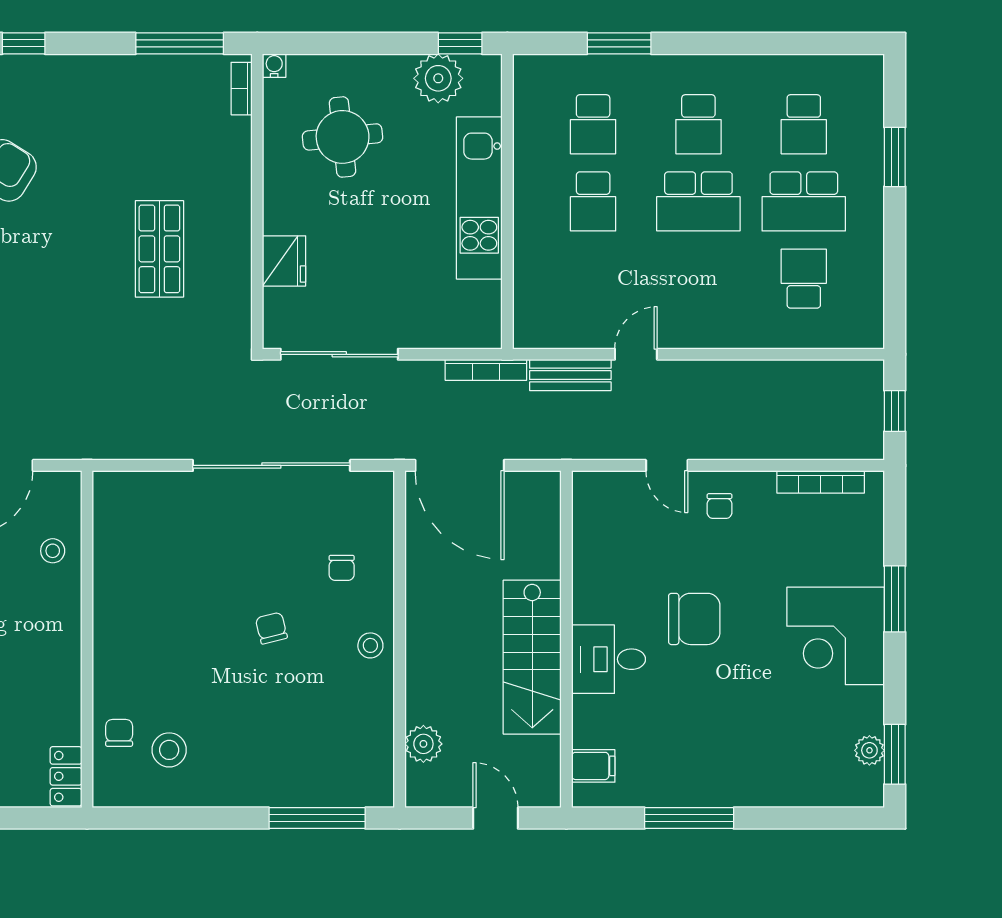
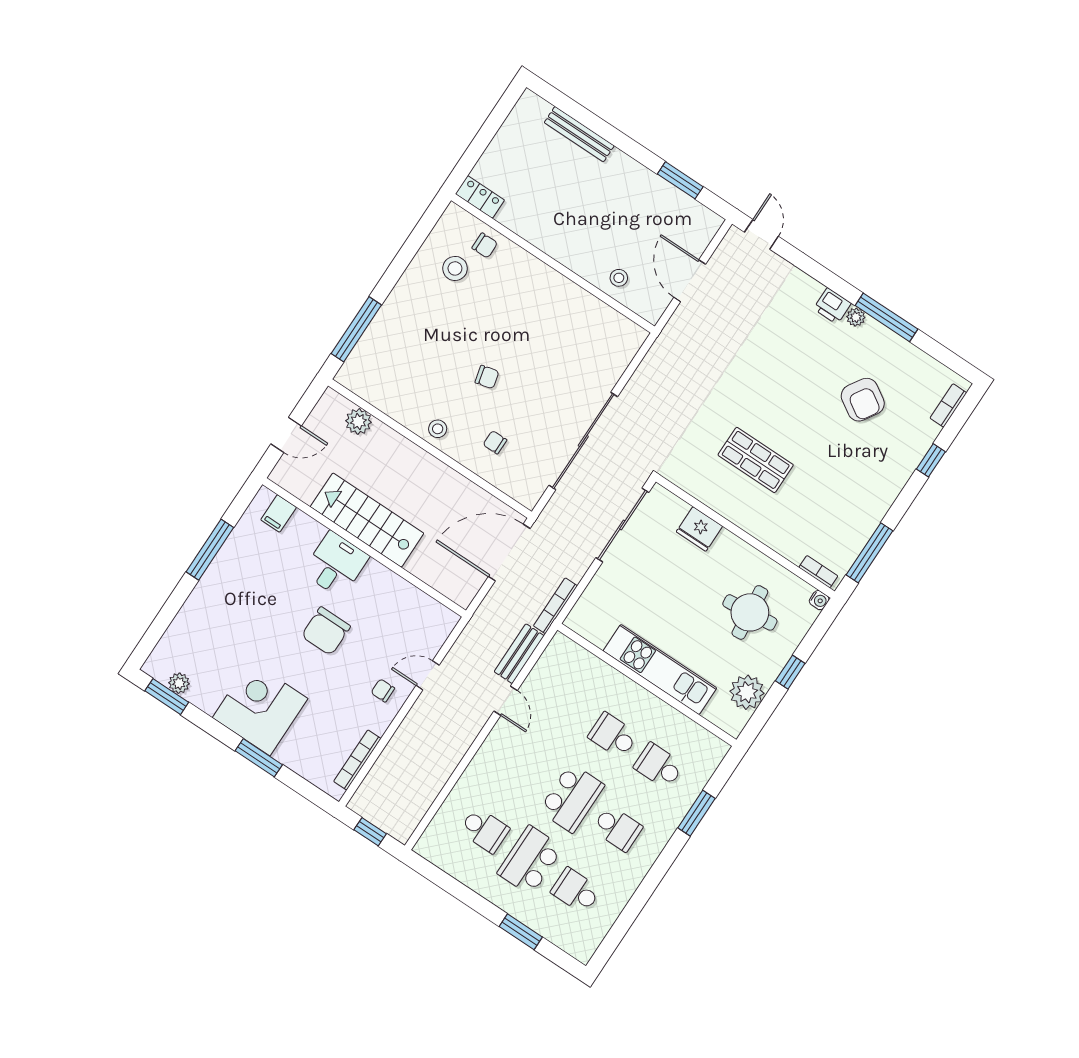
window: (460, 43) -> (790, 672), moved
school desk: (698, 124) -> (617, 828), turned 180
school desk: (698, 201) -> (572, 798), turned 180

